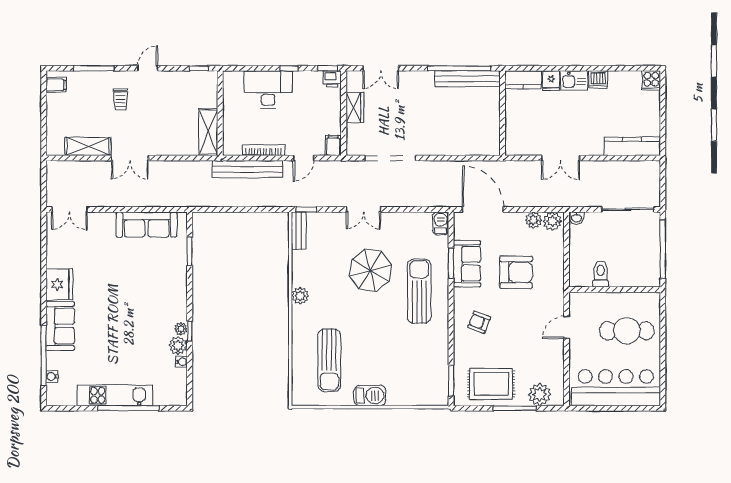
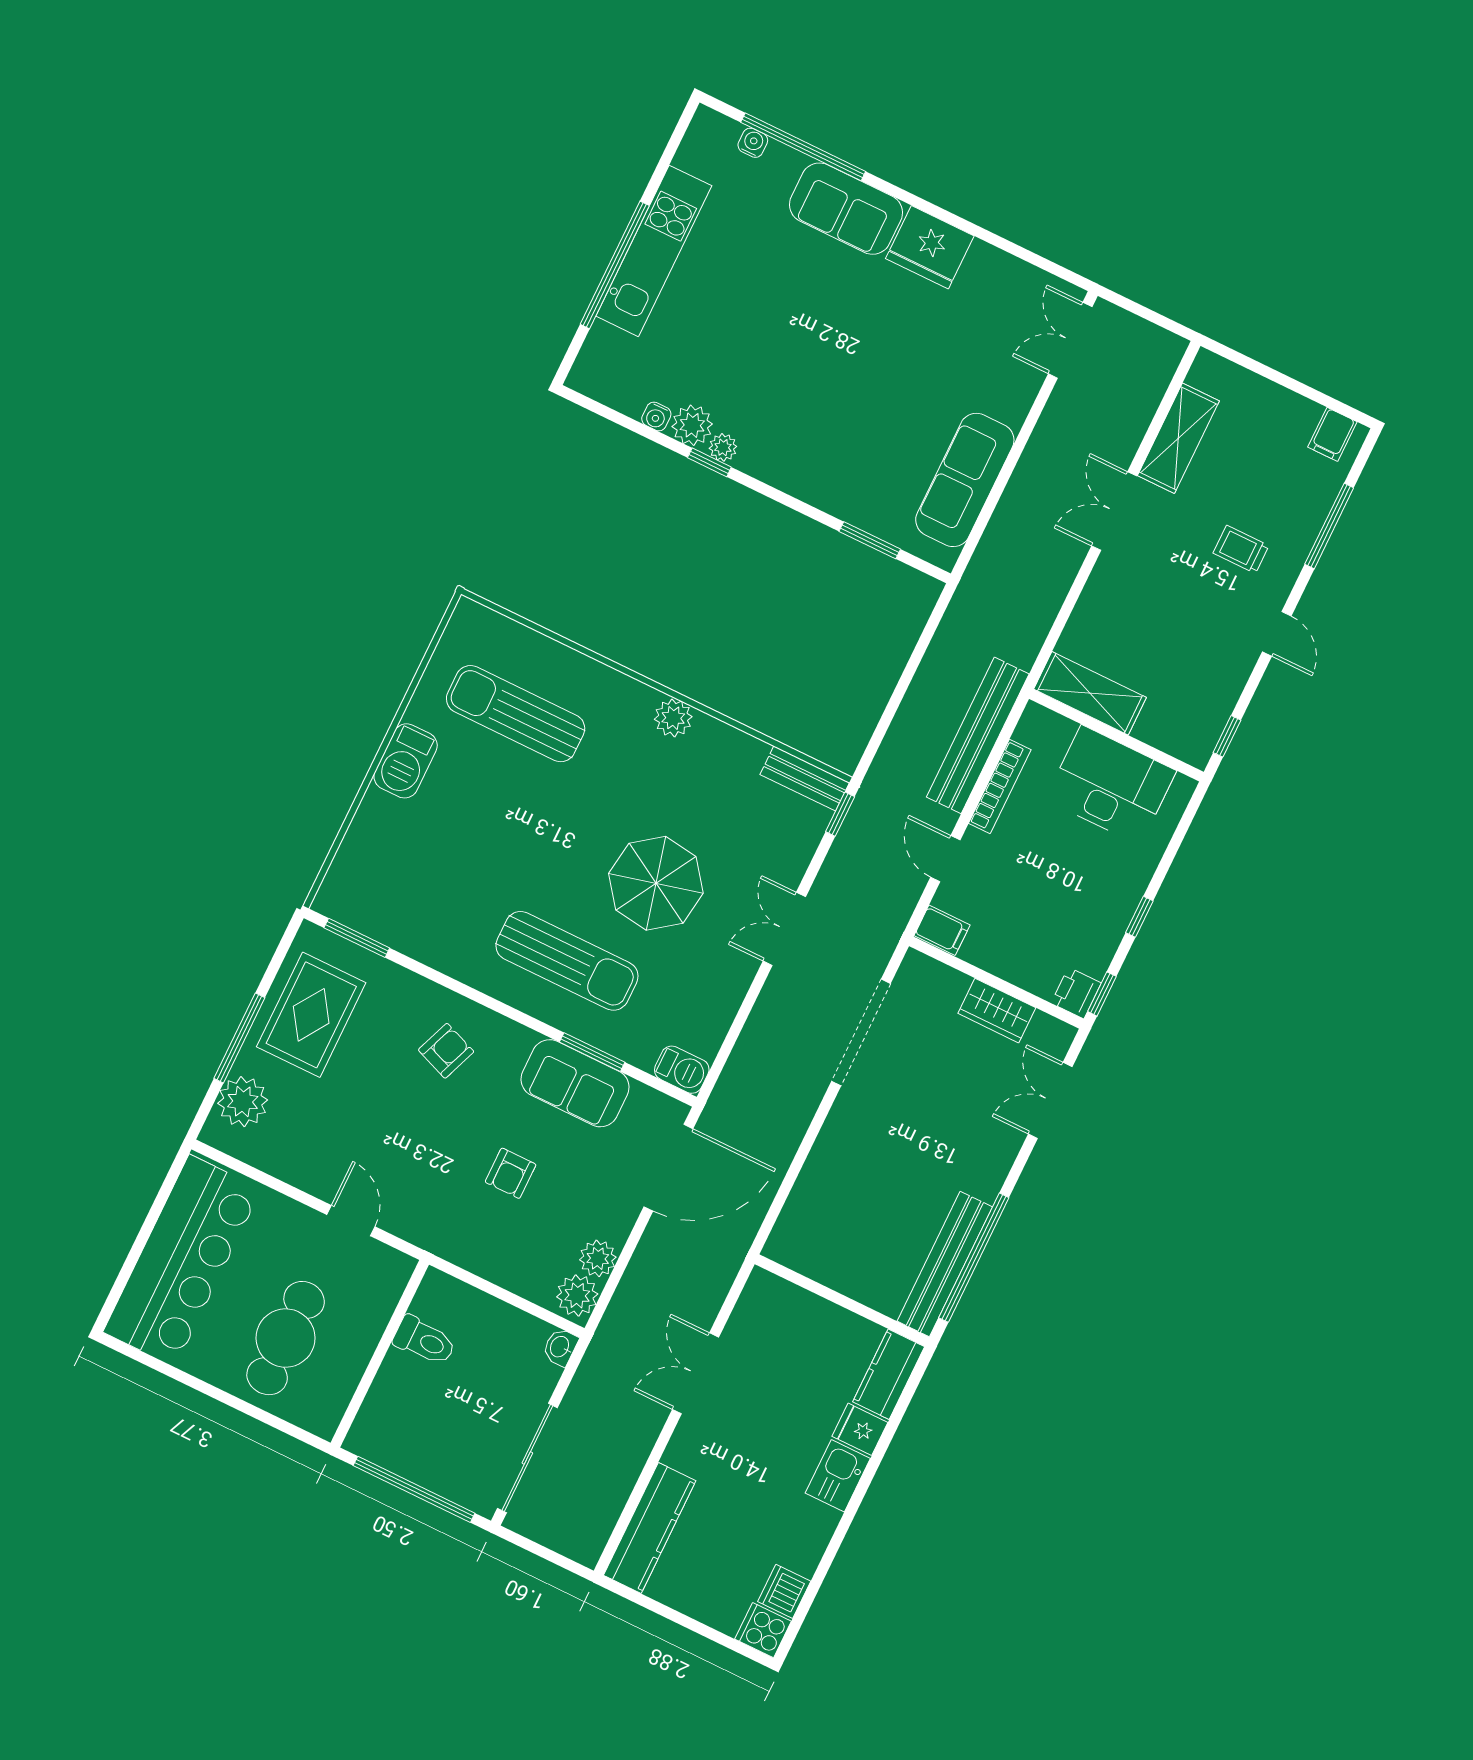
dishwasher: (598, 79) -> (784, 1591), moved
desk: (268, 89) -> (1111, 785), moved, turned -90
armchair: (516, 272) -> (511, 1173), width x0.53, depth x0.53

